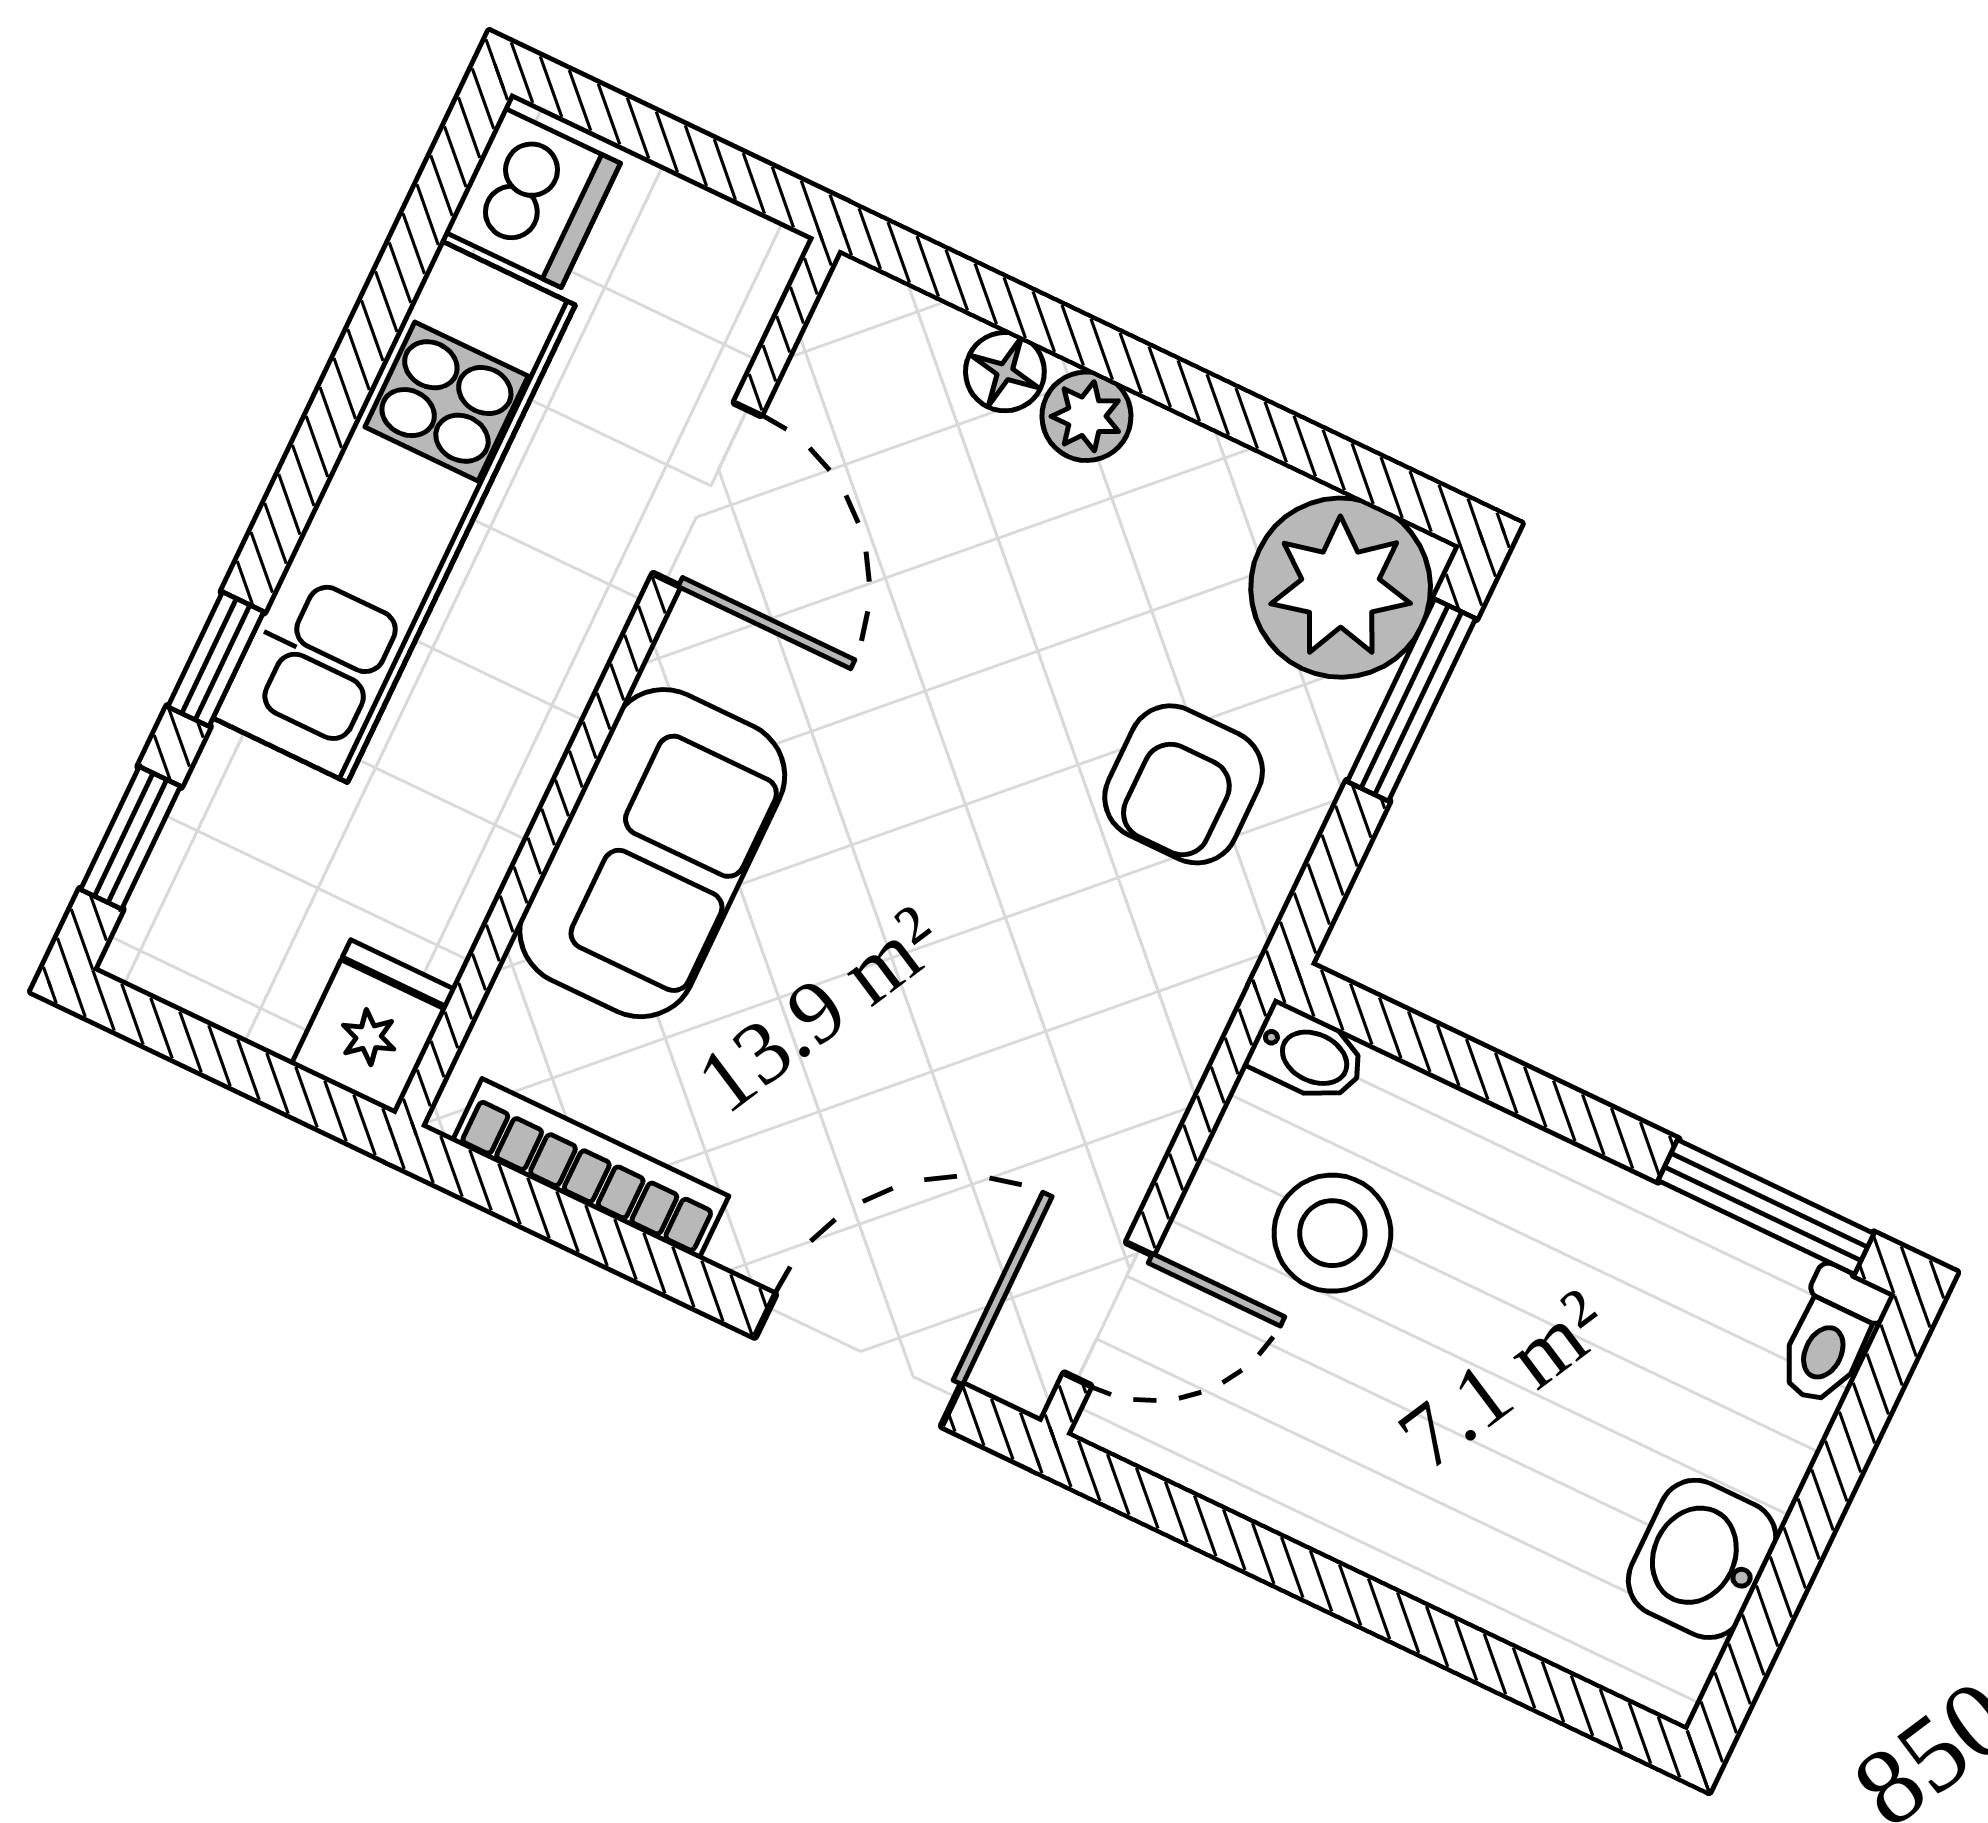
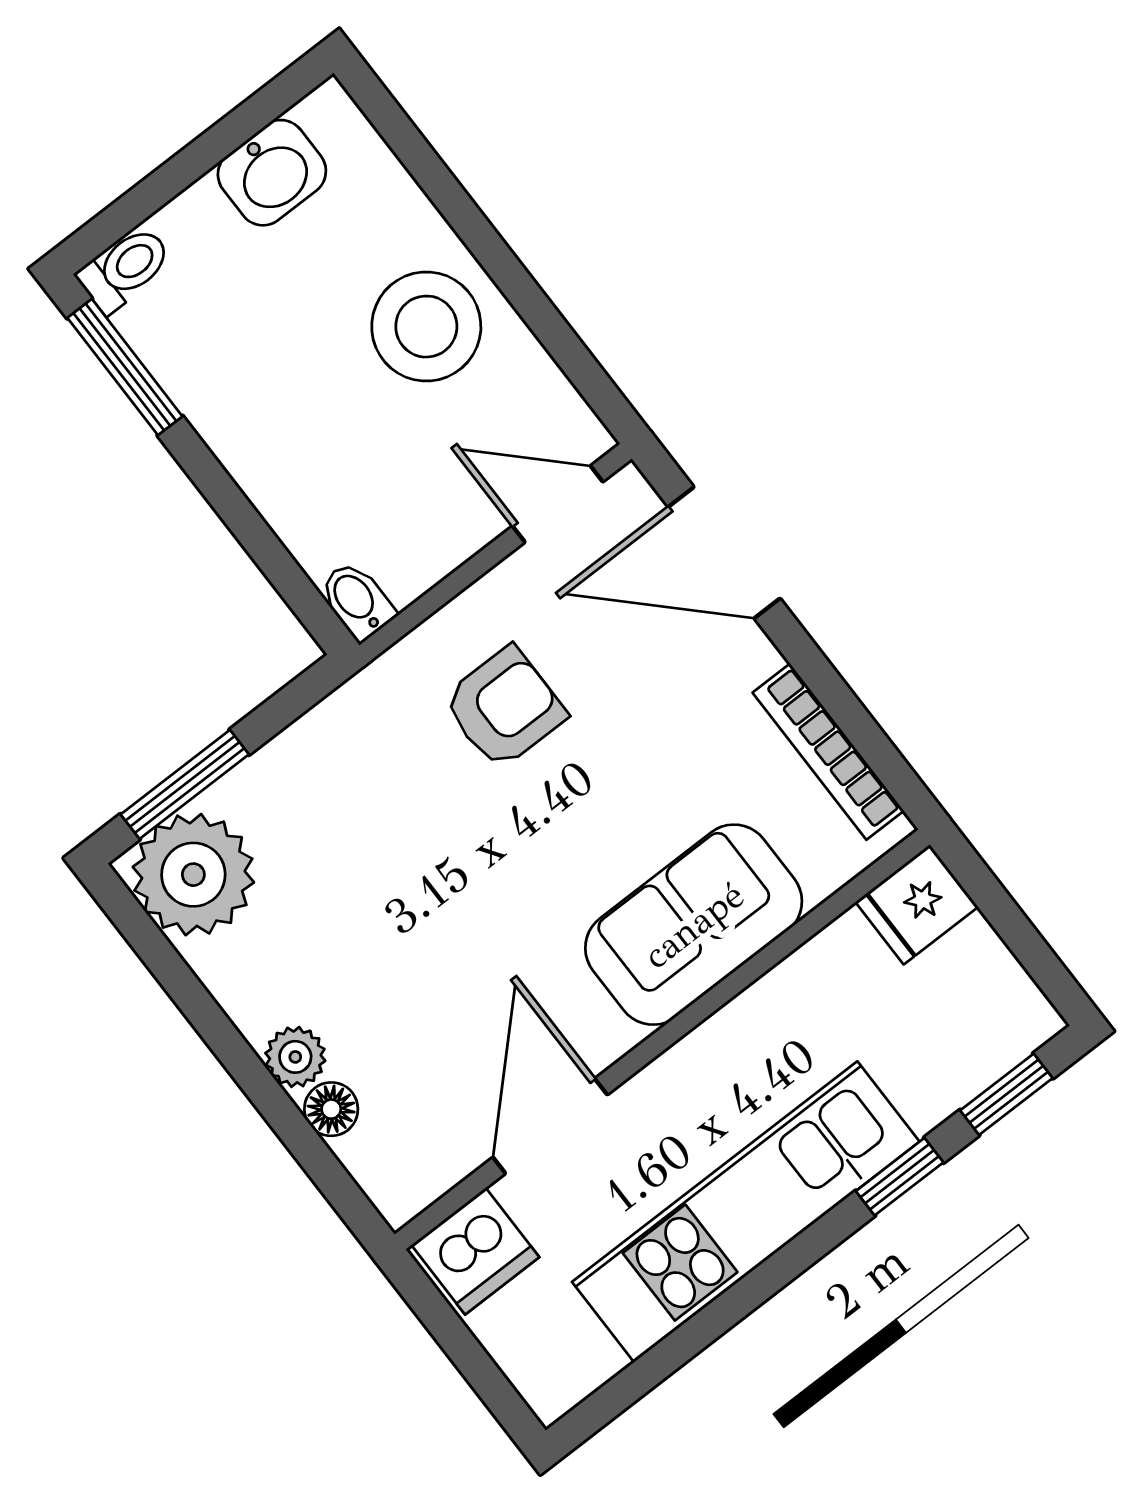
dishwasher: (533, 198) -> (475, 1251), moved, turned 180
armchair: (1184, 784) -> (504, 708), moved
stool: (1332, 1233) -> (426, 327), moved, width x1.38, depth x1.38

